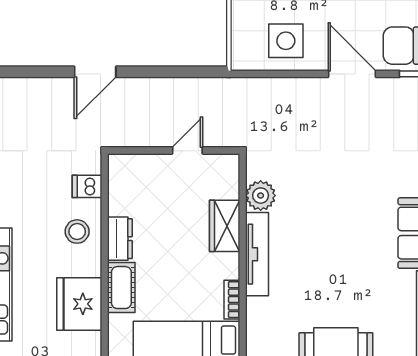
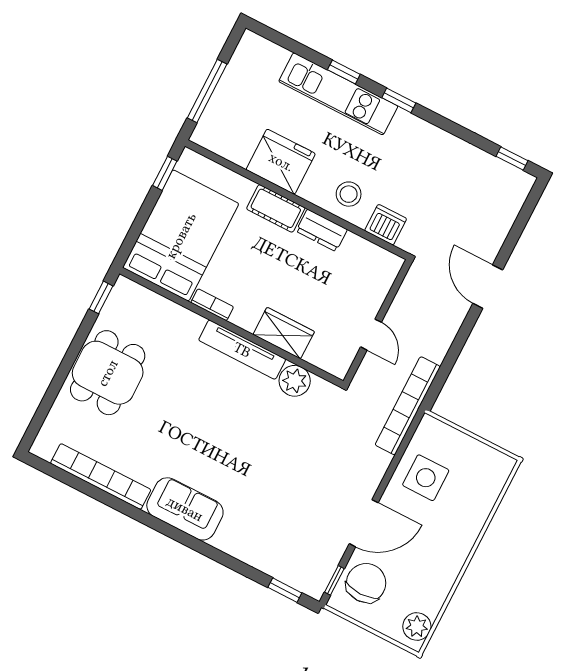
bookcase: (232, 88) -> (408, 406), added
dishwasher: (87, 186) -> (386, 225), width x1.38

